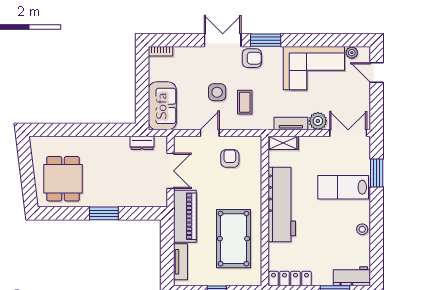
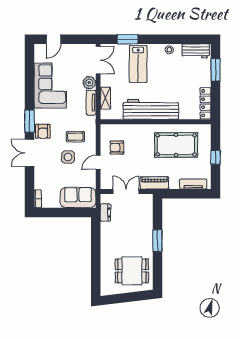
plant: (352, 53) -> (39, 58), removed
armchair: (252, 58) -> (43, 131), turned 180
door: (210, 133) -> (98, 162), hinge flipped
double door: (348, 133) -> (98, 60), swing flipped
shelving: (283, 143) -> (105, 98), moved
piano: (185, 216) -> (154, 183), width x0.73, depth x0.75
workbench: (352, 276) -> (196, 51), moved, turned -90

